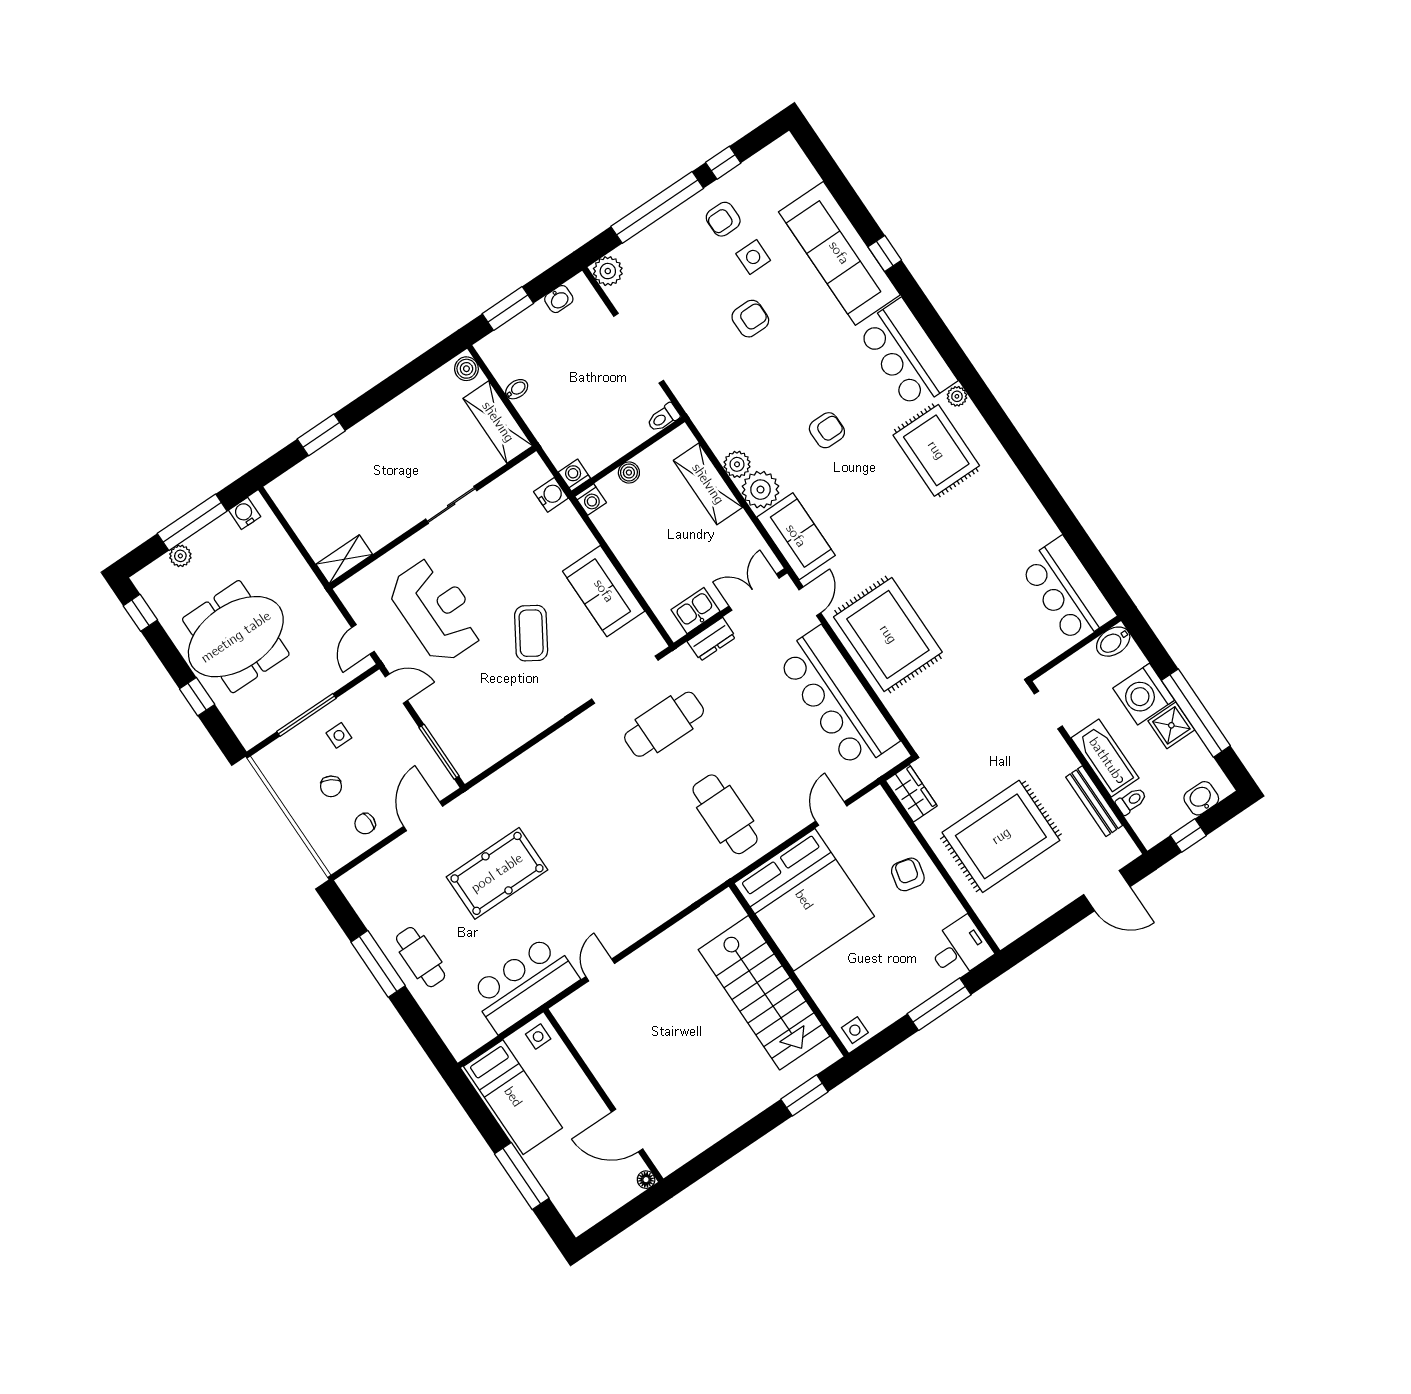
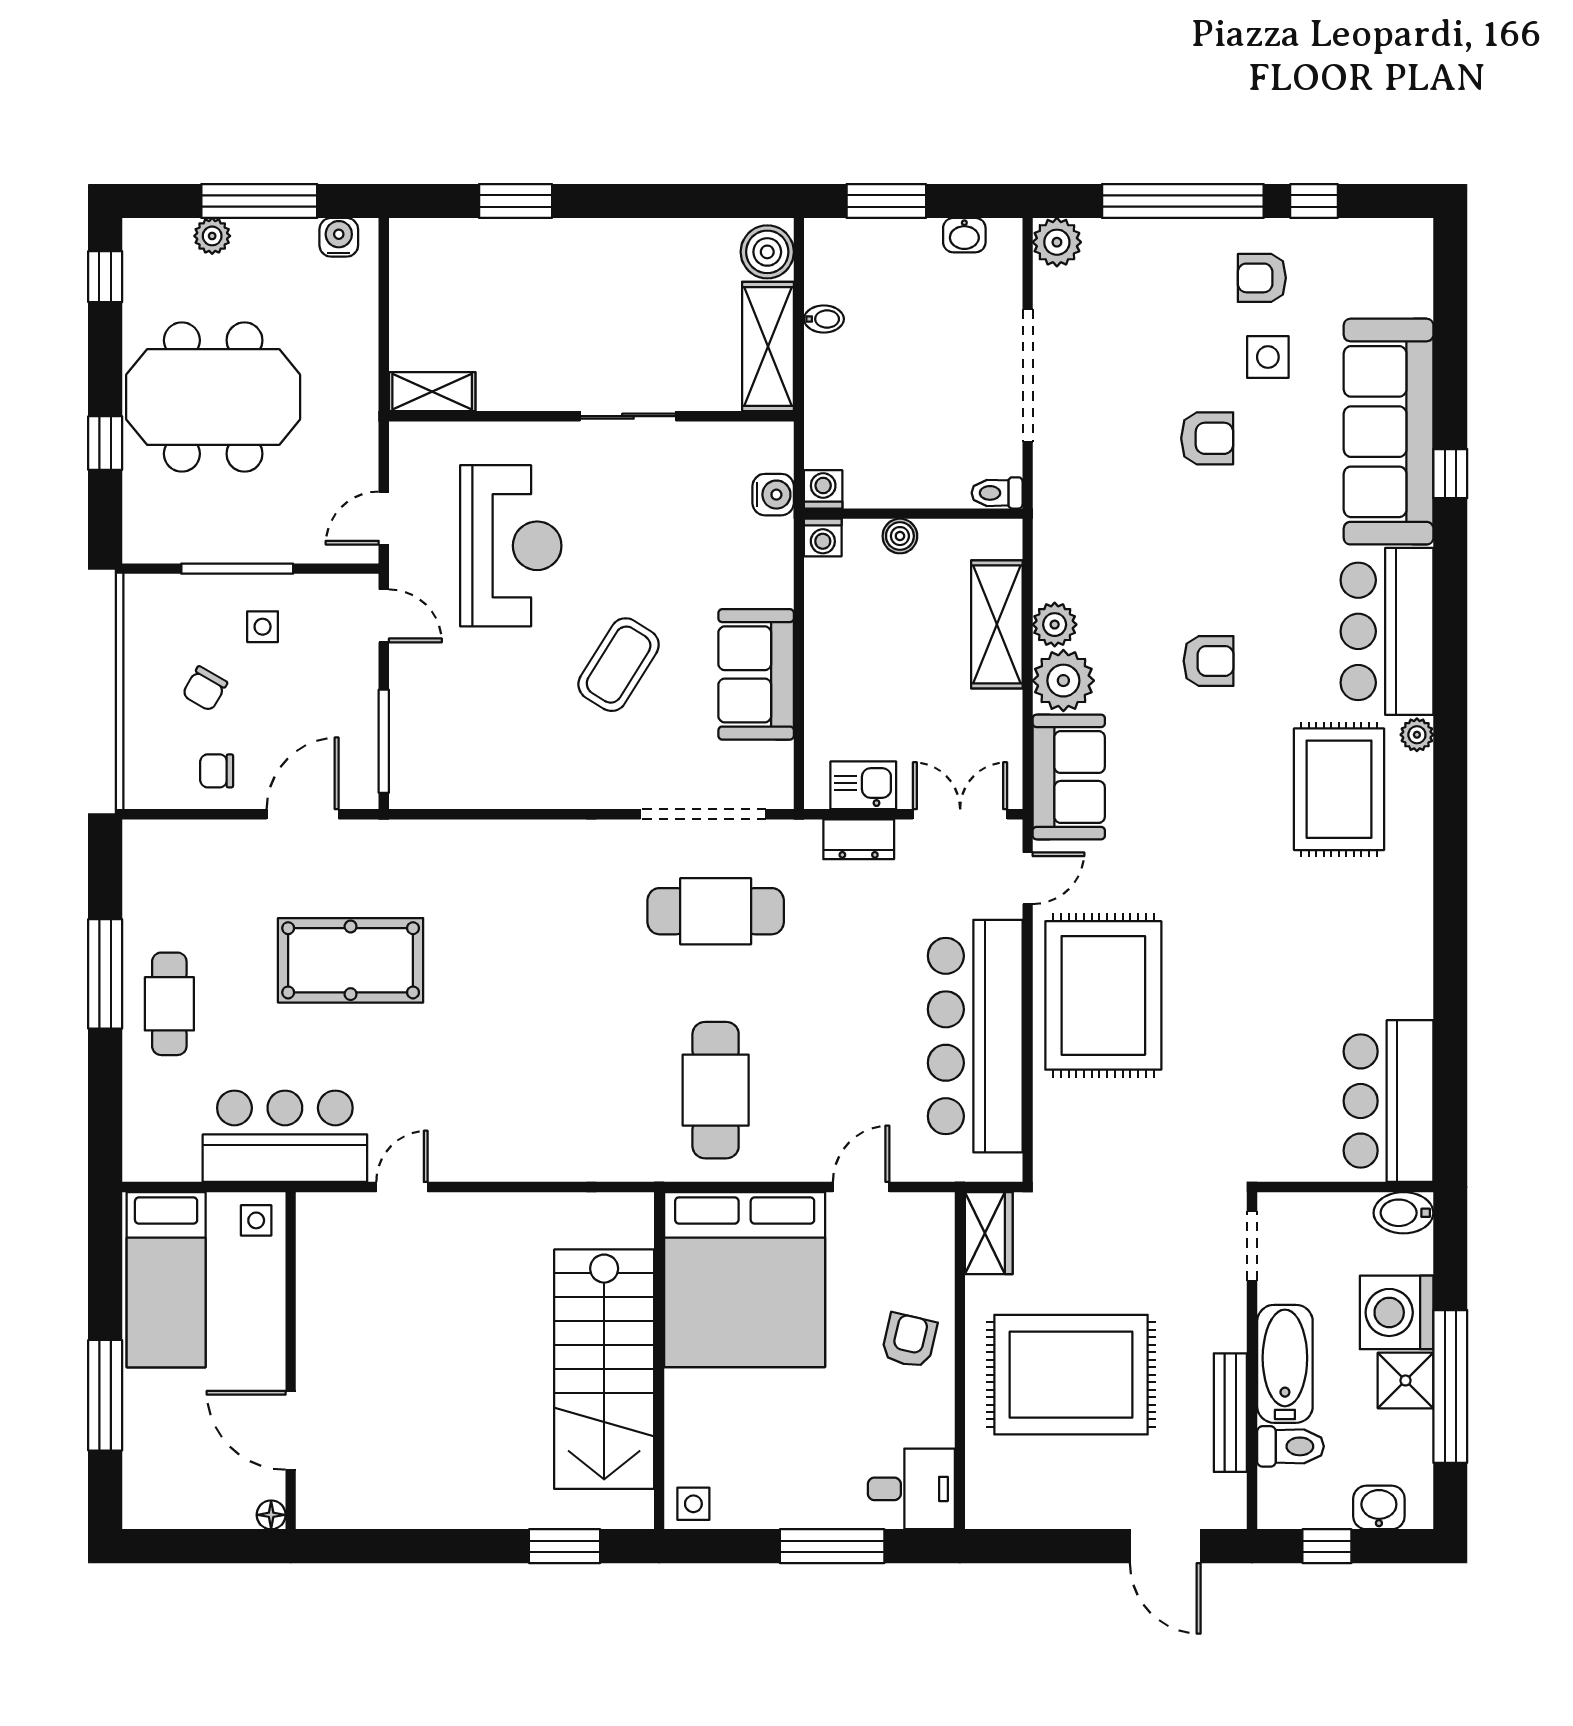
boiler: (466, 369) -> (767, 252), width x1.36, depth x1.36
toilet: (1131, 801) -> (1291, 1446), width x1.37, depth x1.39

